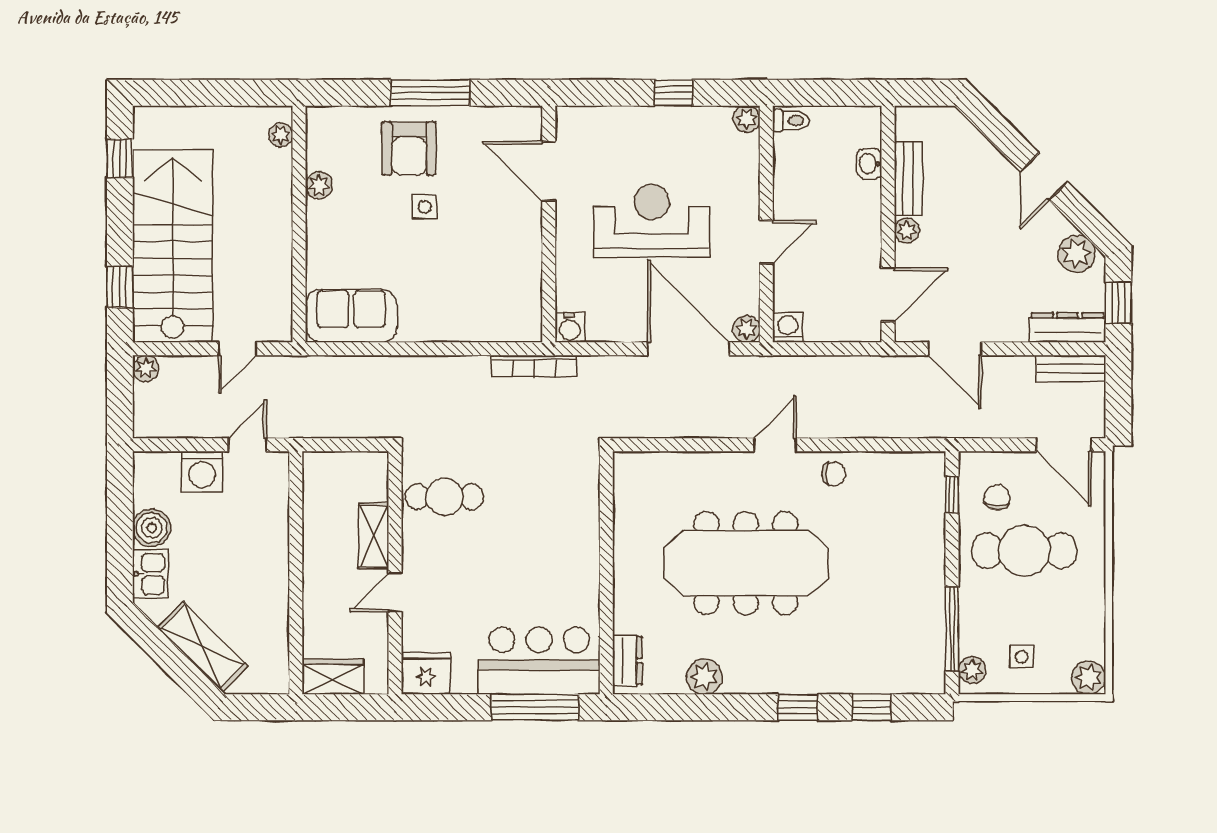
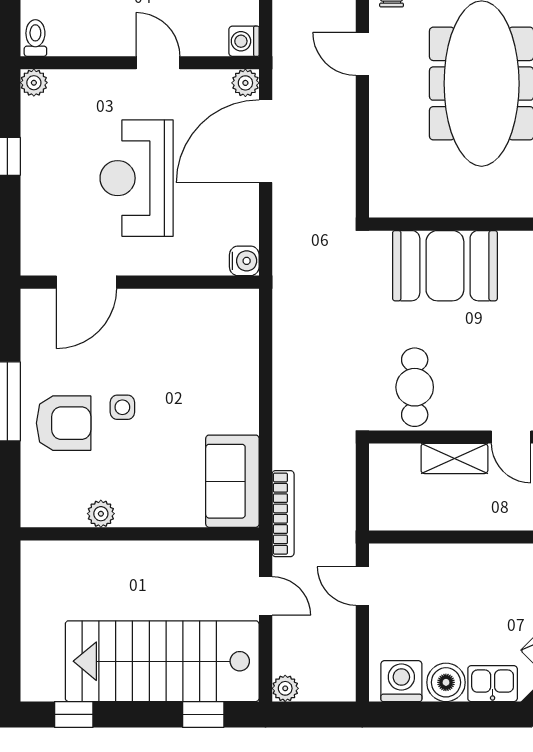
plant: (281, 135) -> (50, 552), removed
bookcase: (534, 366) -> (283, 514), moved
washing machine: (202, 472) -> (401, 681), moved, turned -90
booth: (565, 527) -> (445, 266), added

